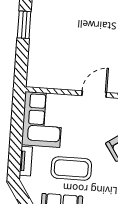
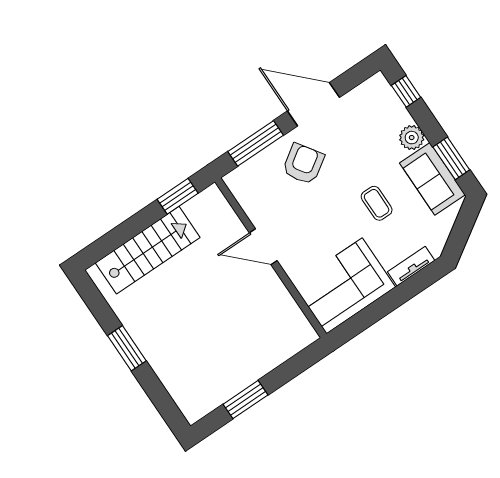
coffee table: (71, 168) -> (377, 203), width x0.54, depth x0.58

